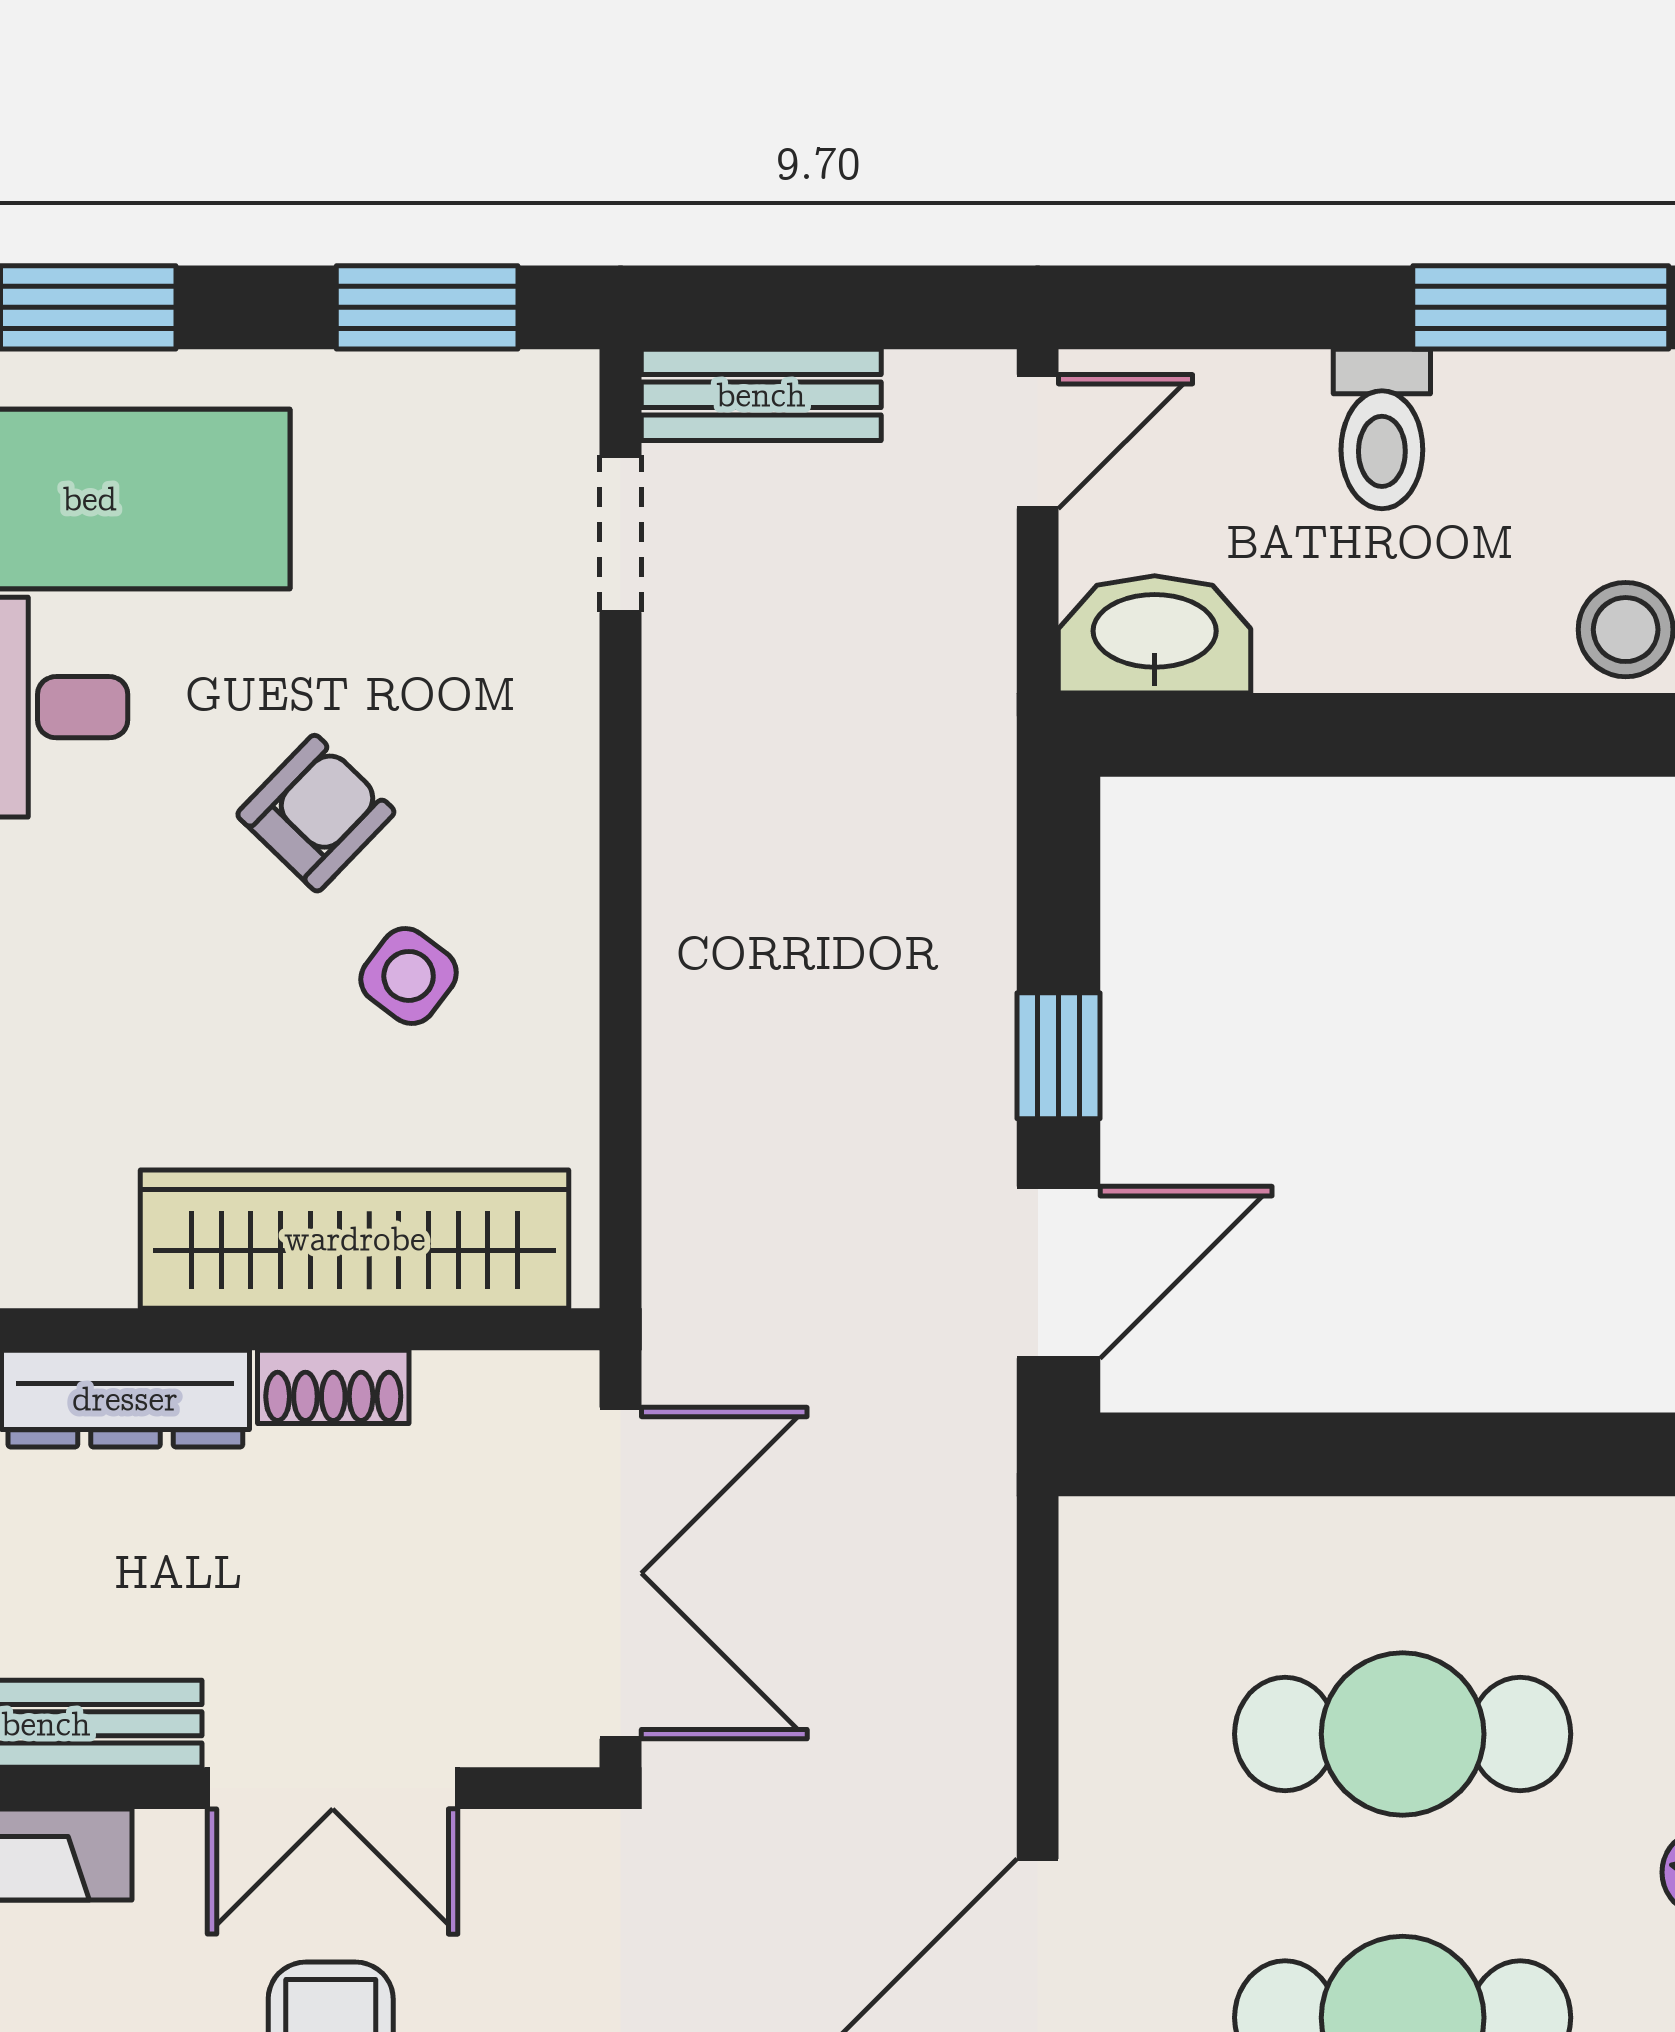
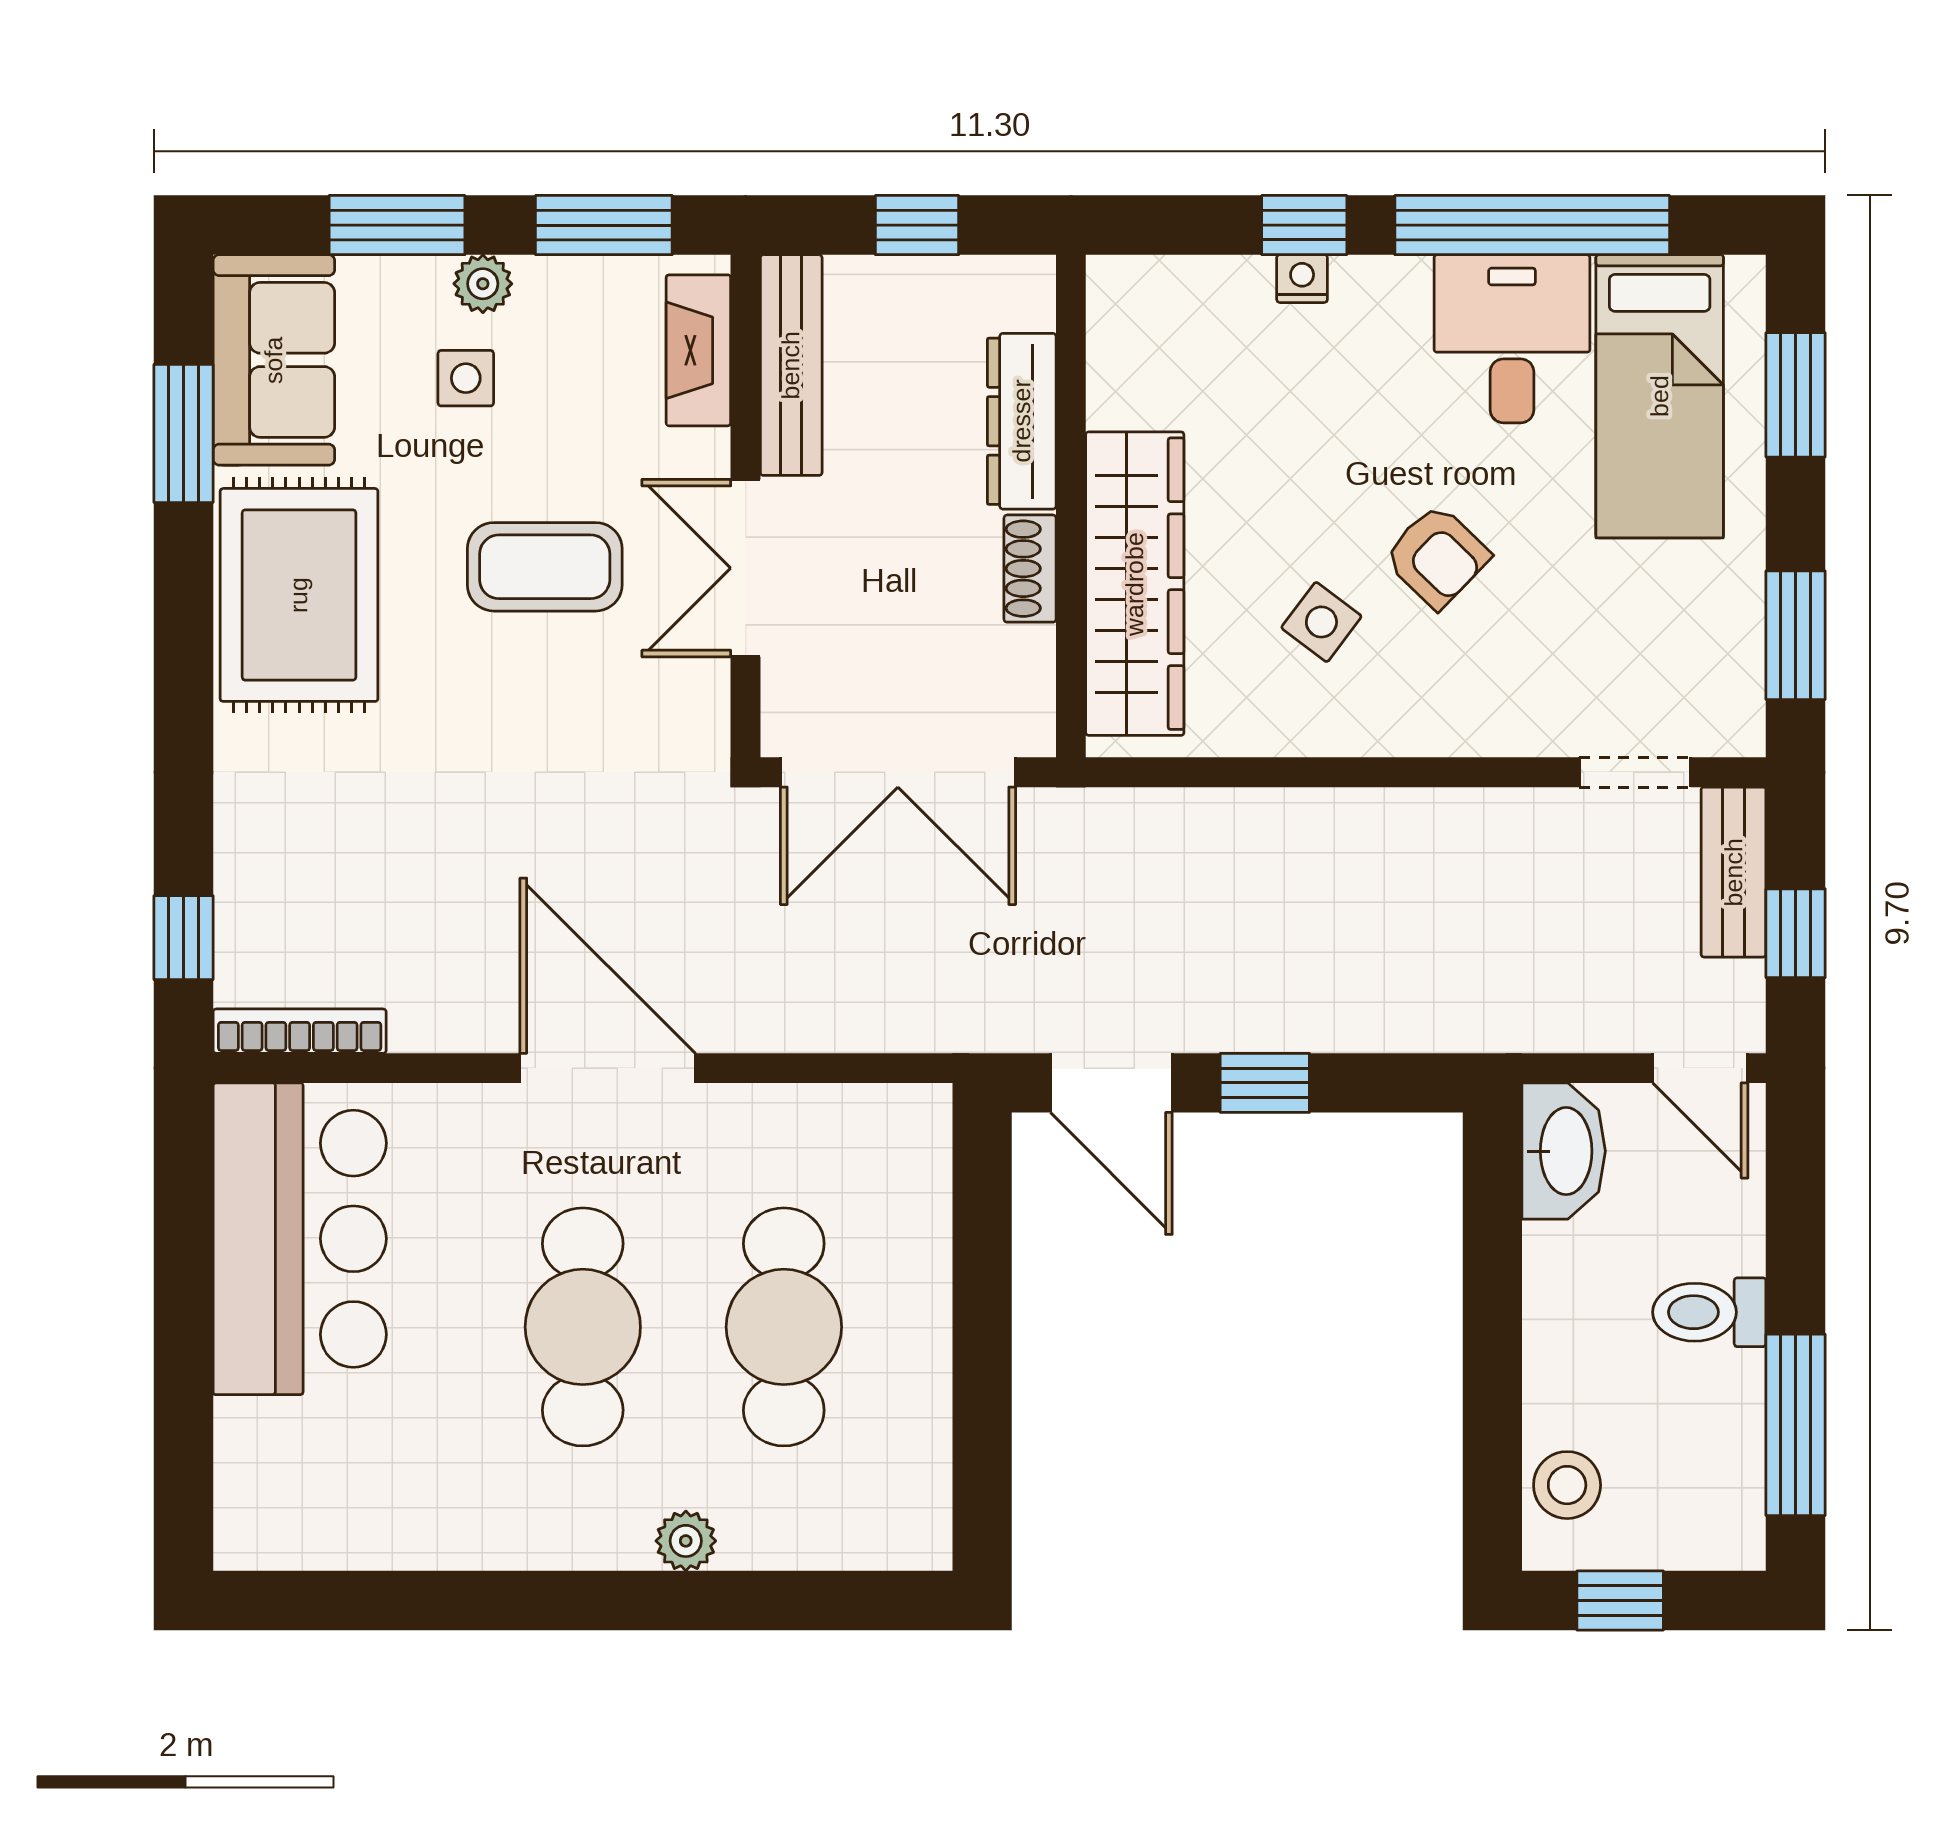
window: (848, 307) -> (1796, 933), added

